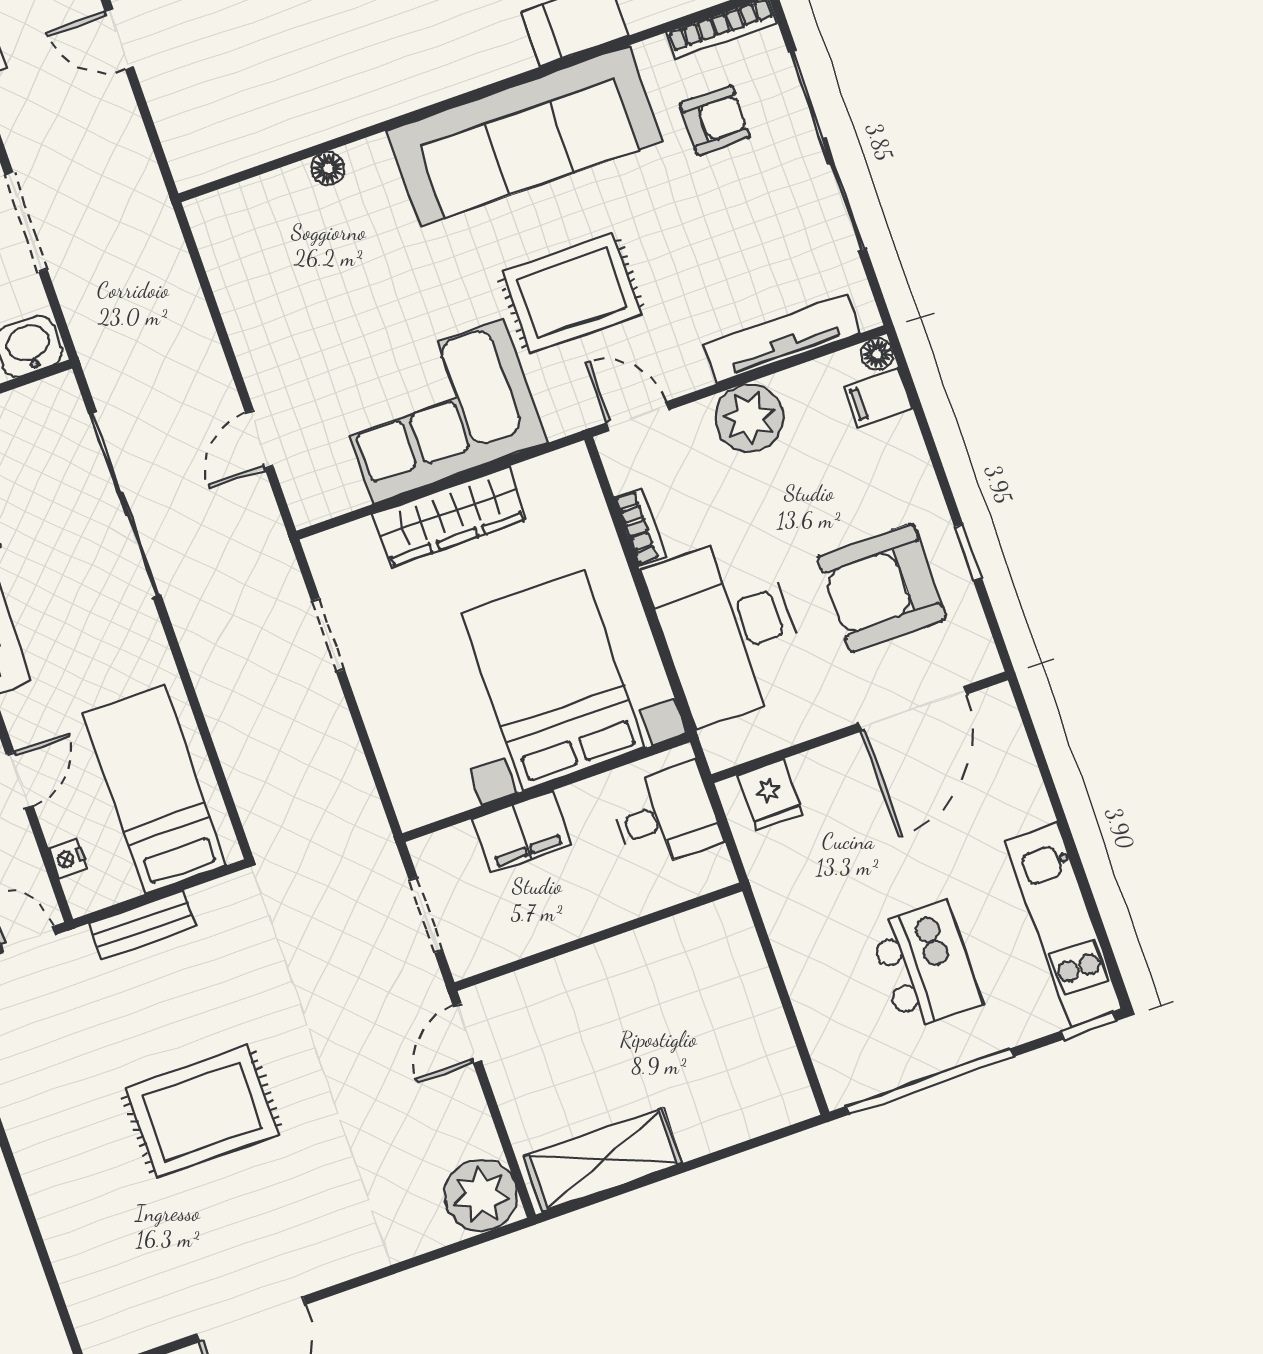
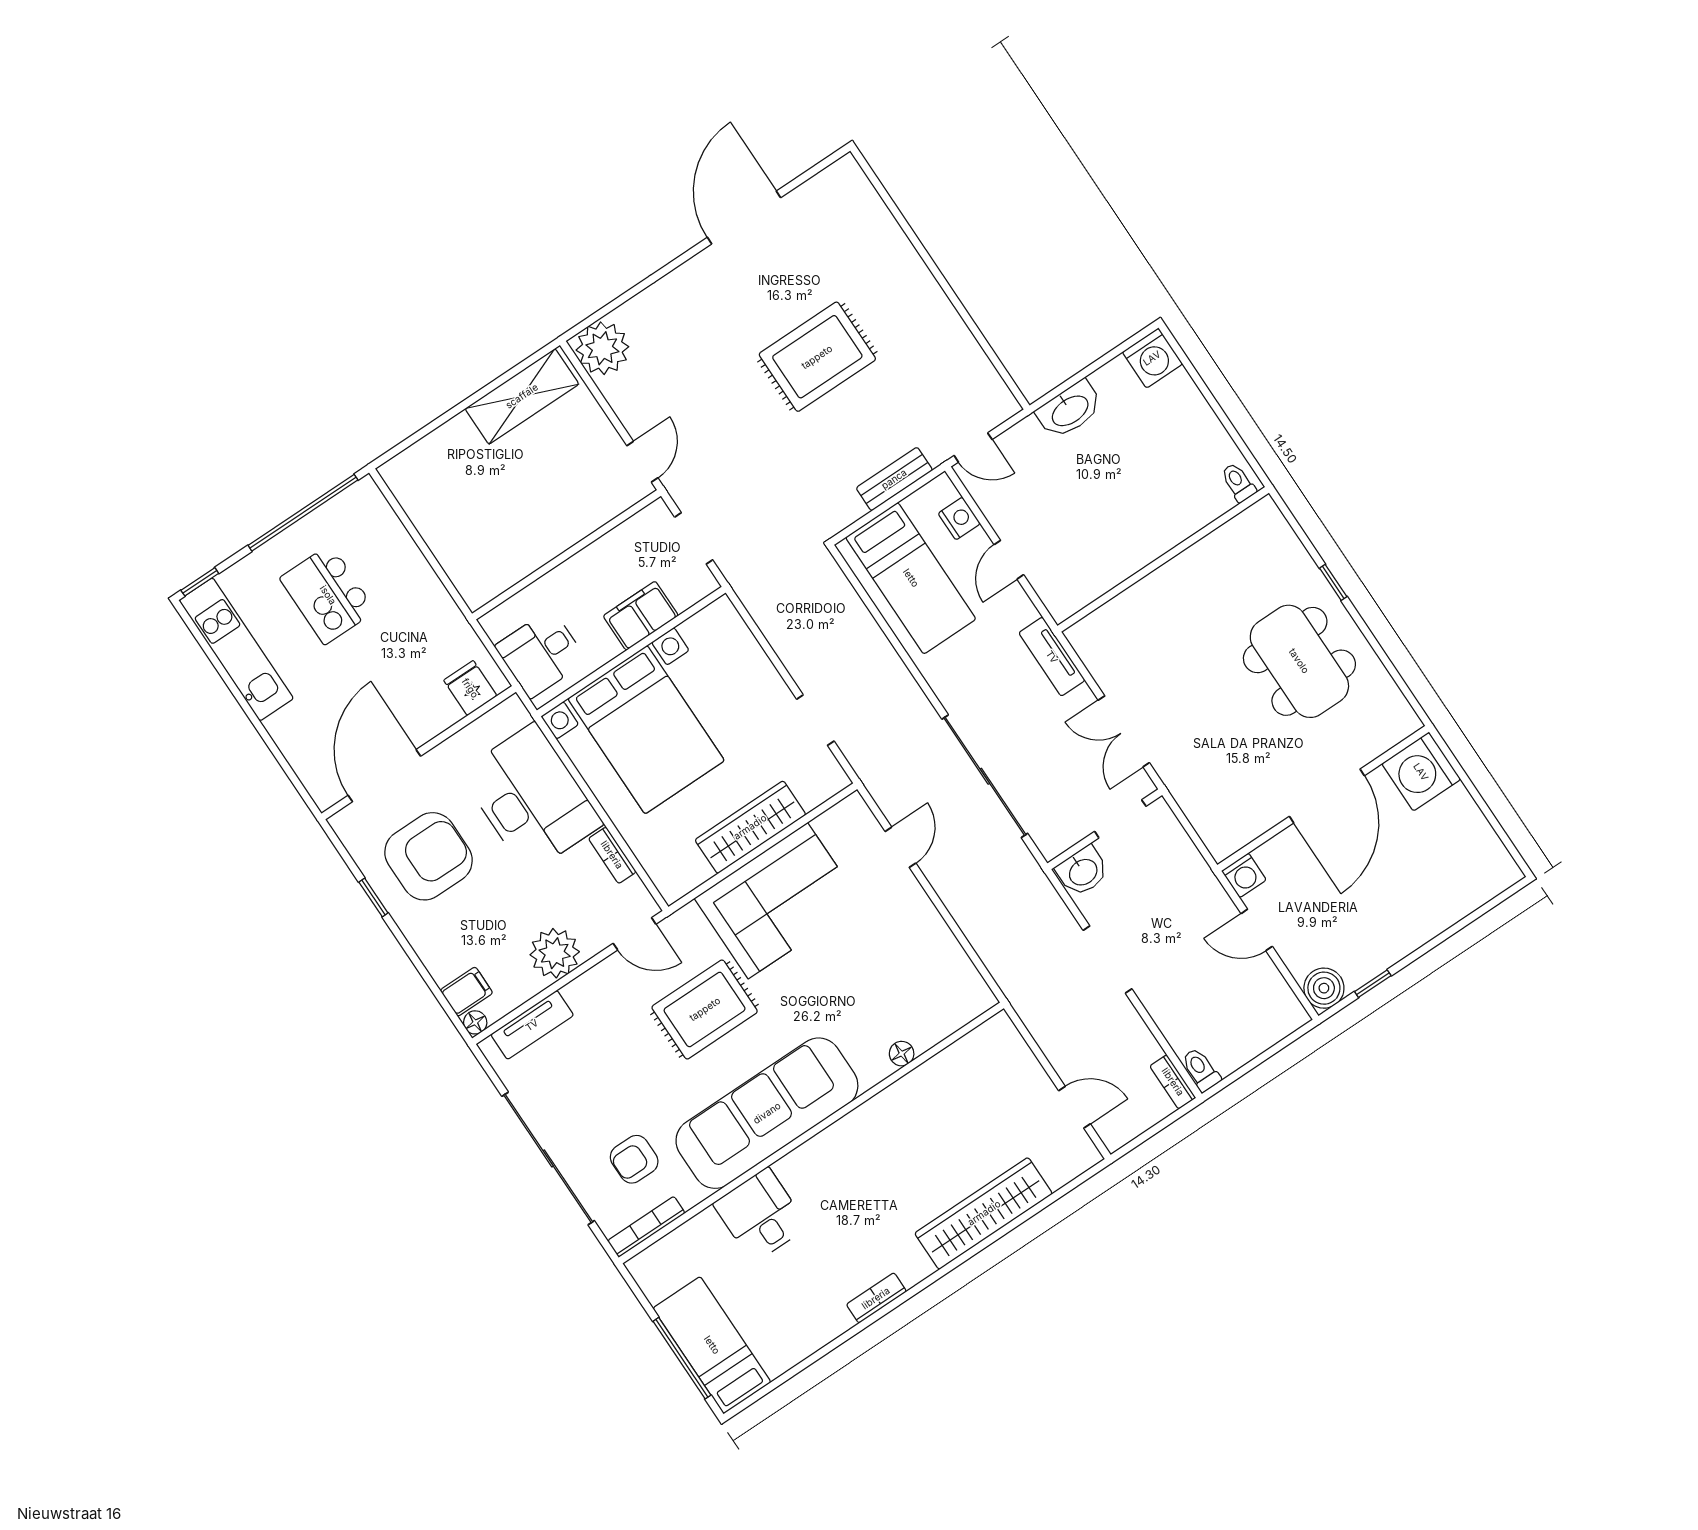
tv unit: (782, 339) -> (532, 1025), width x0.71
nightstand: (68, 859) -> (959, 519), width x1.39, depth x1.35

